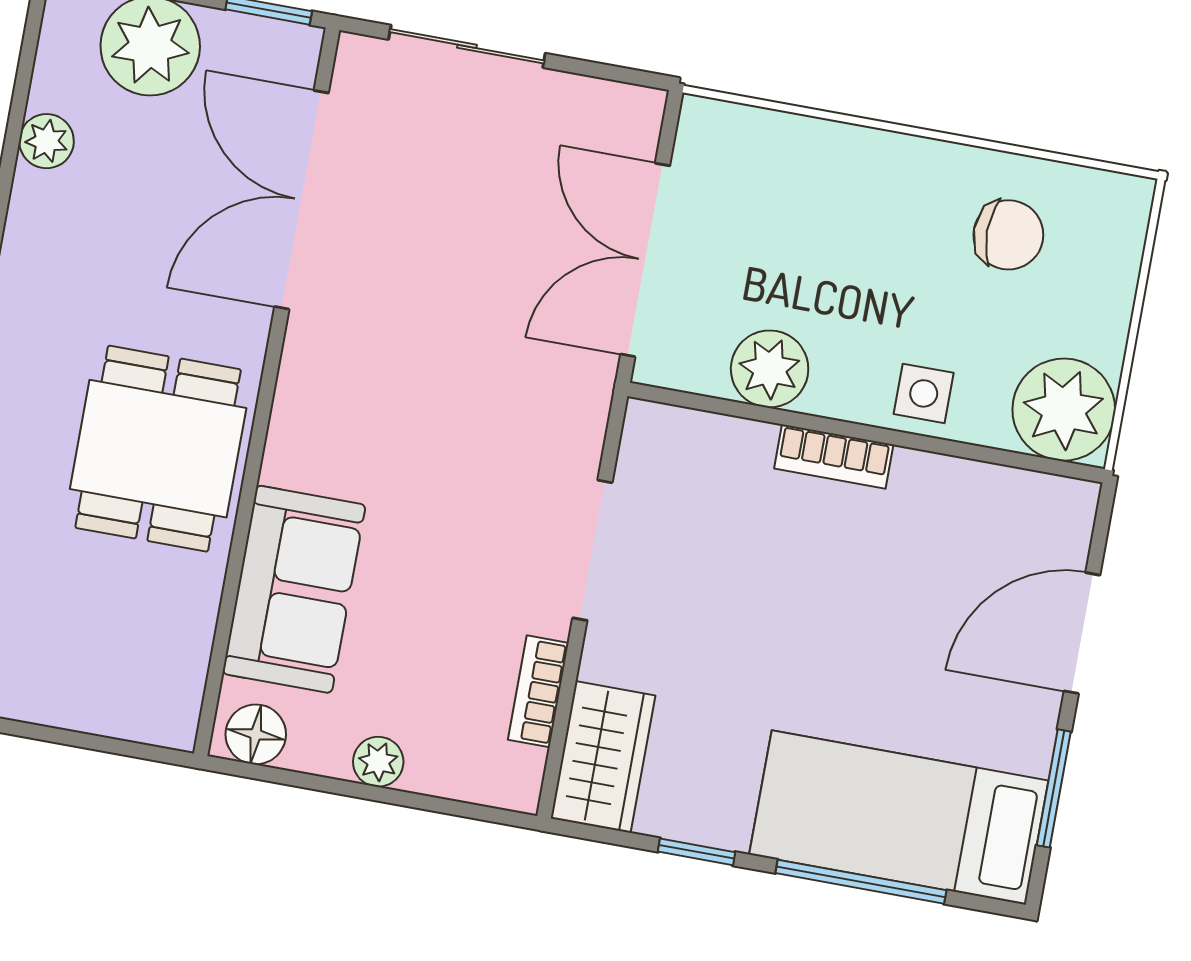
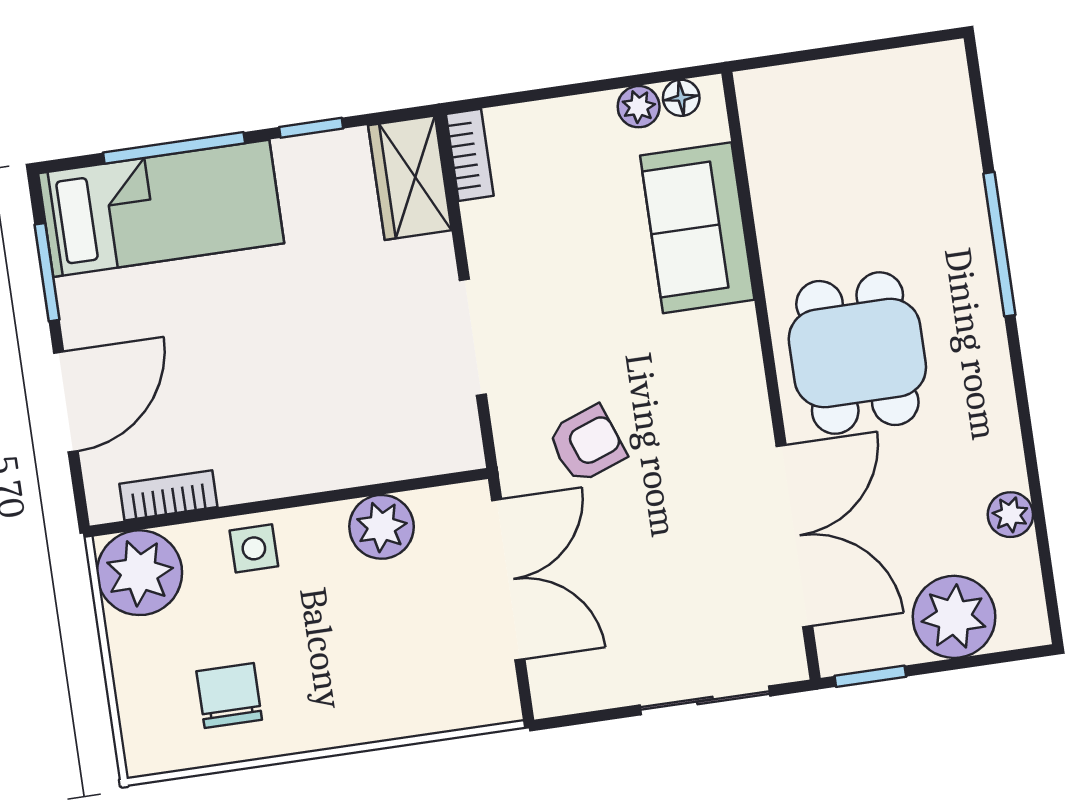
chair: (1008, 235) -> (229, 695), turned 90
armchair: (503, 384) -> (587, 444), added
dining table: (158, 449) -> (857, 353), moved
bookcase: (834, 456) -> (168, 495), moved
bookcase: (538, 691) -> (470, 155), moved
floor lamp: (256, 734) -> (681, 98), width x0.73, depth x0.73
plant: (378, 762) -> (639, 107), moved

